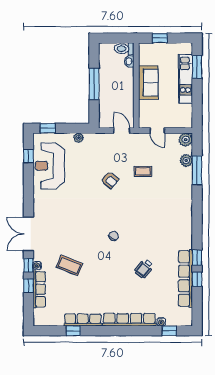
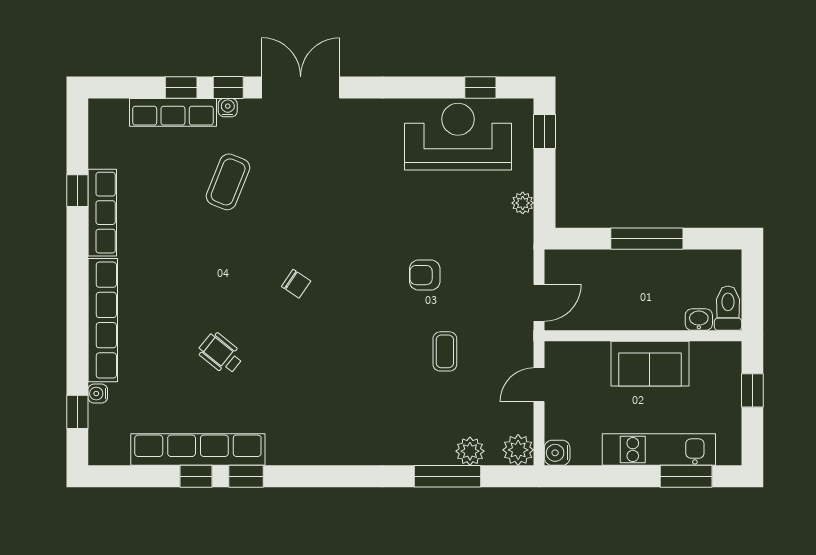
water cooler: (187, 123) -> (557, 453), added
armchair: (110, 180) -> (425, 275), turned 51

